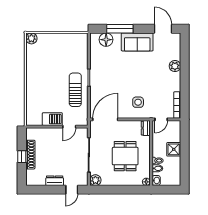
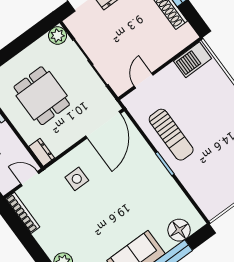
barbecue: (52, 119) -> (193, 60), moved
door: (161, 119) -> (30, 179), hinge flipped

